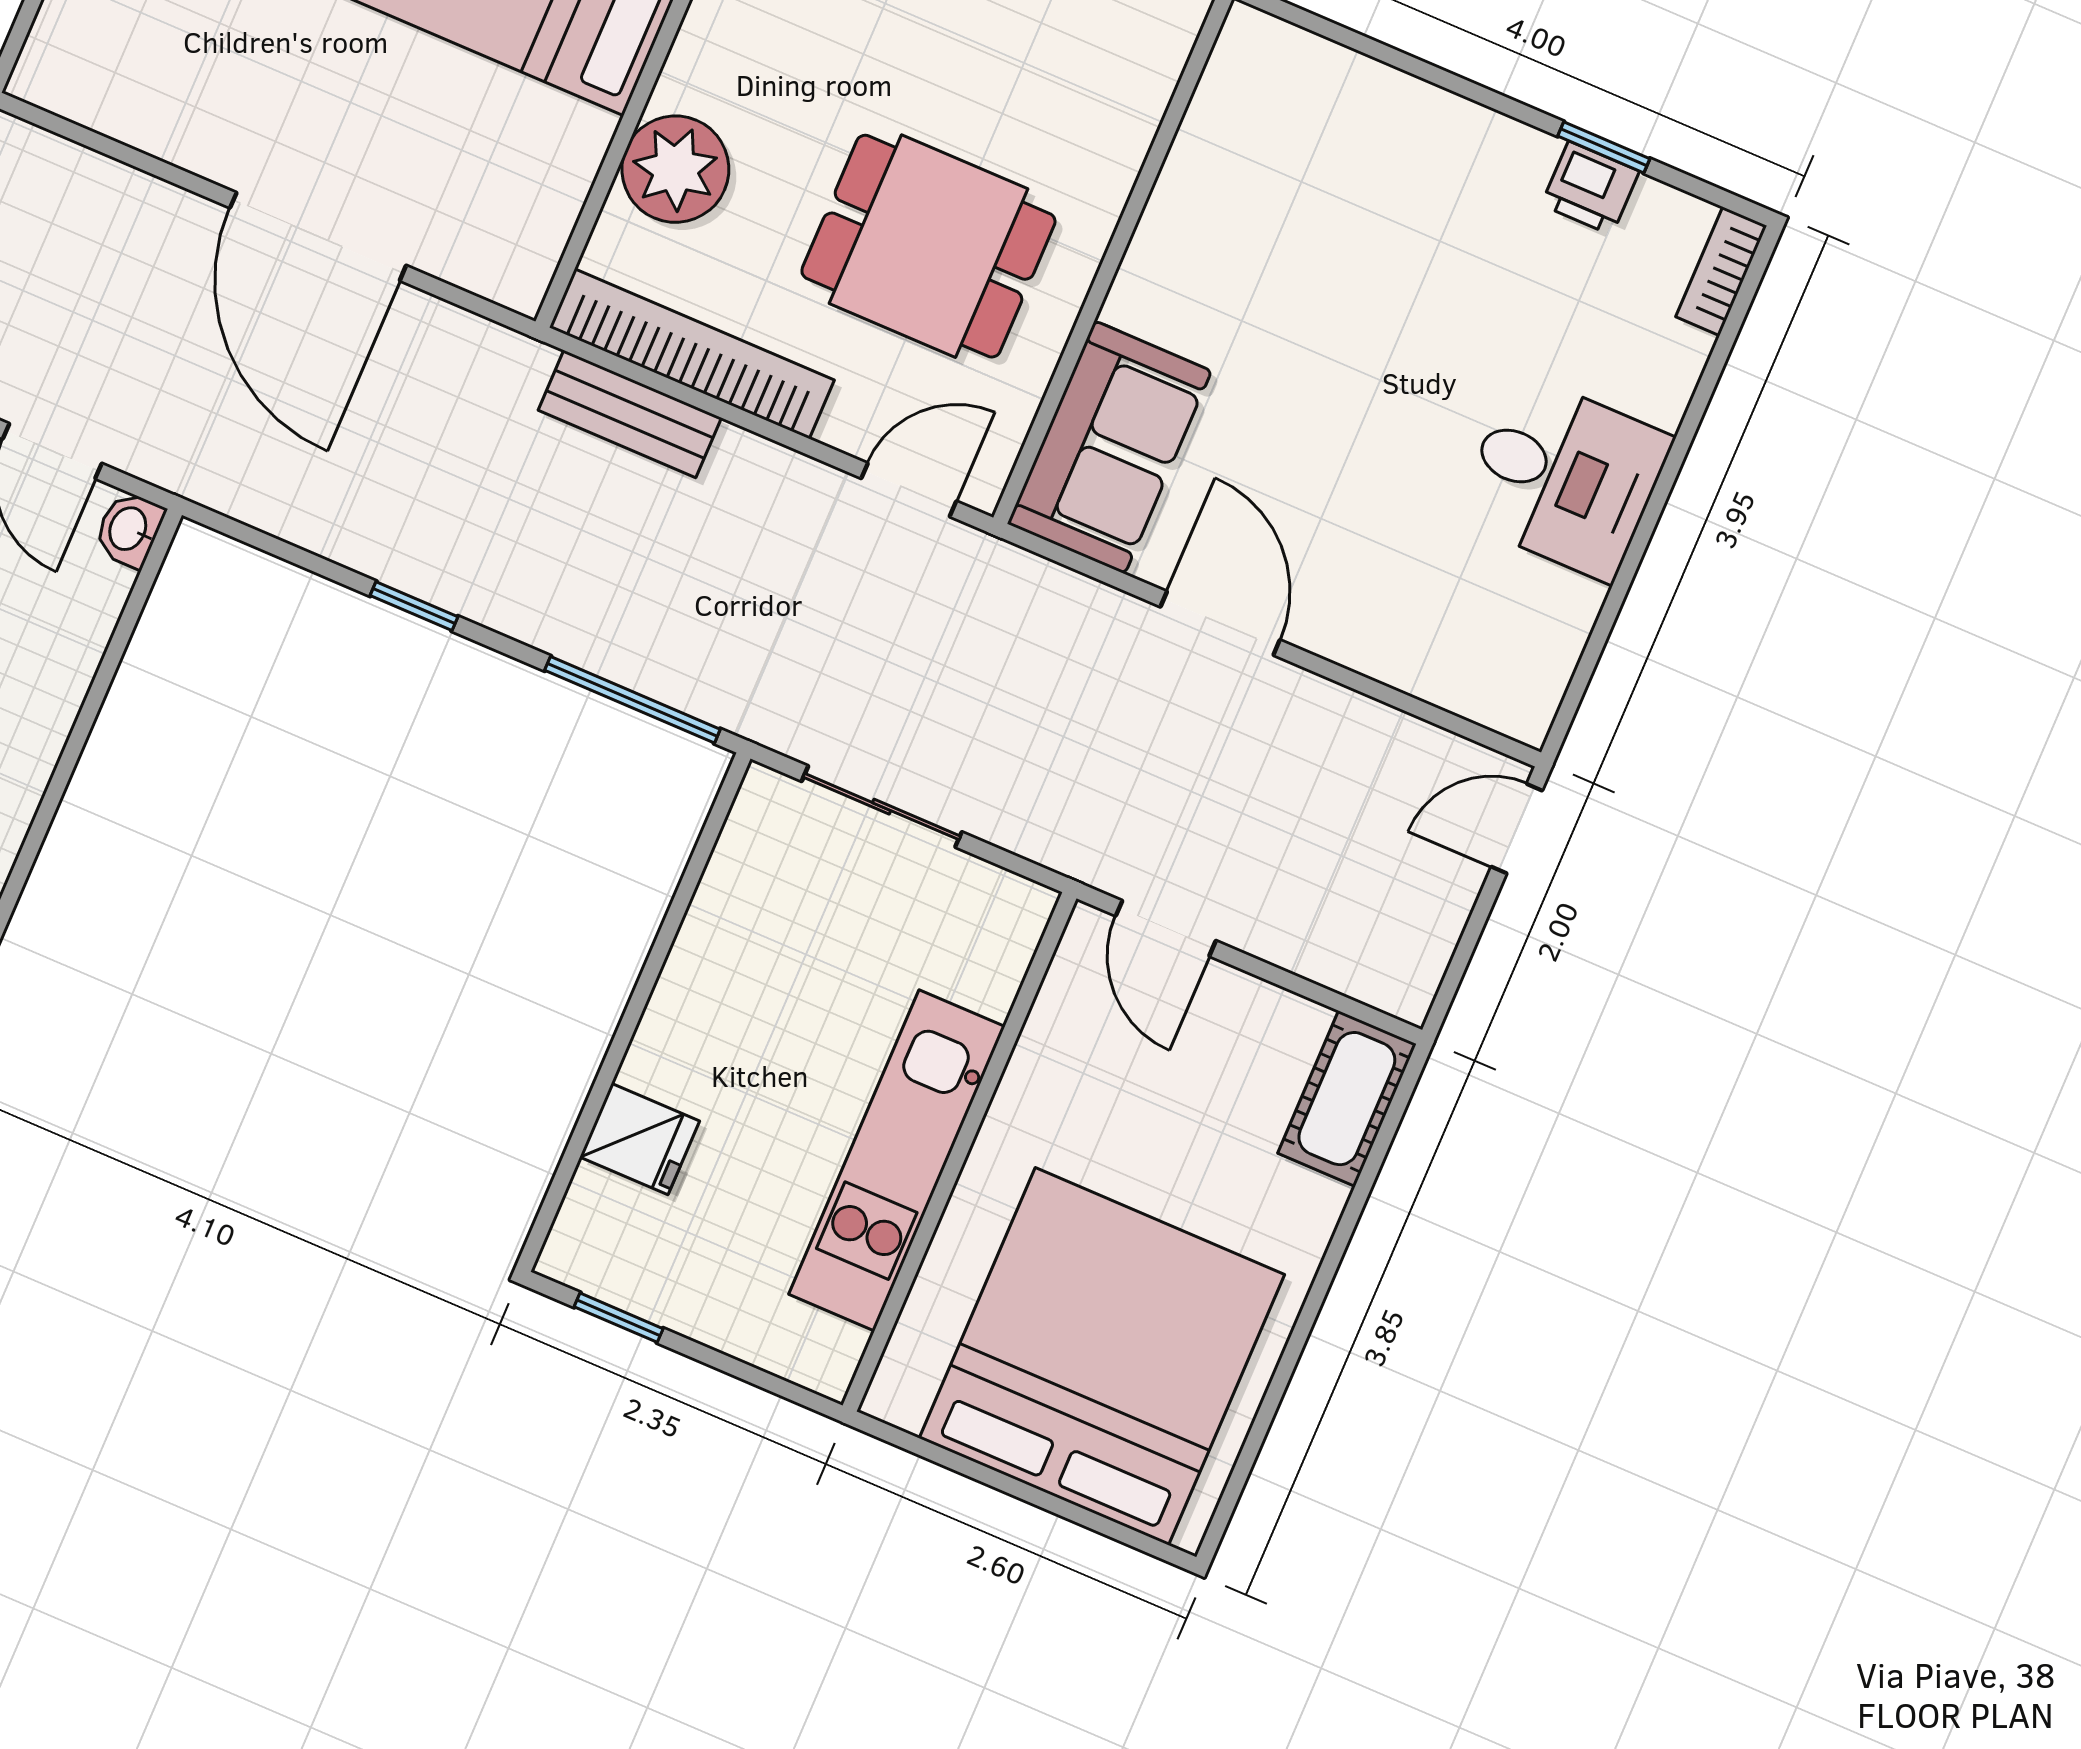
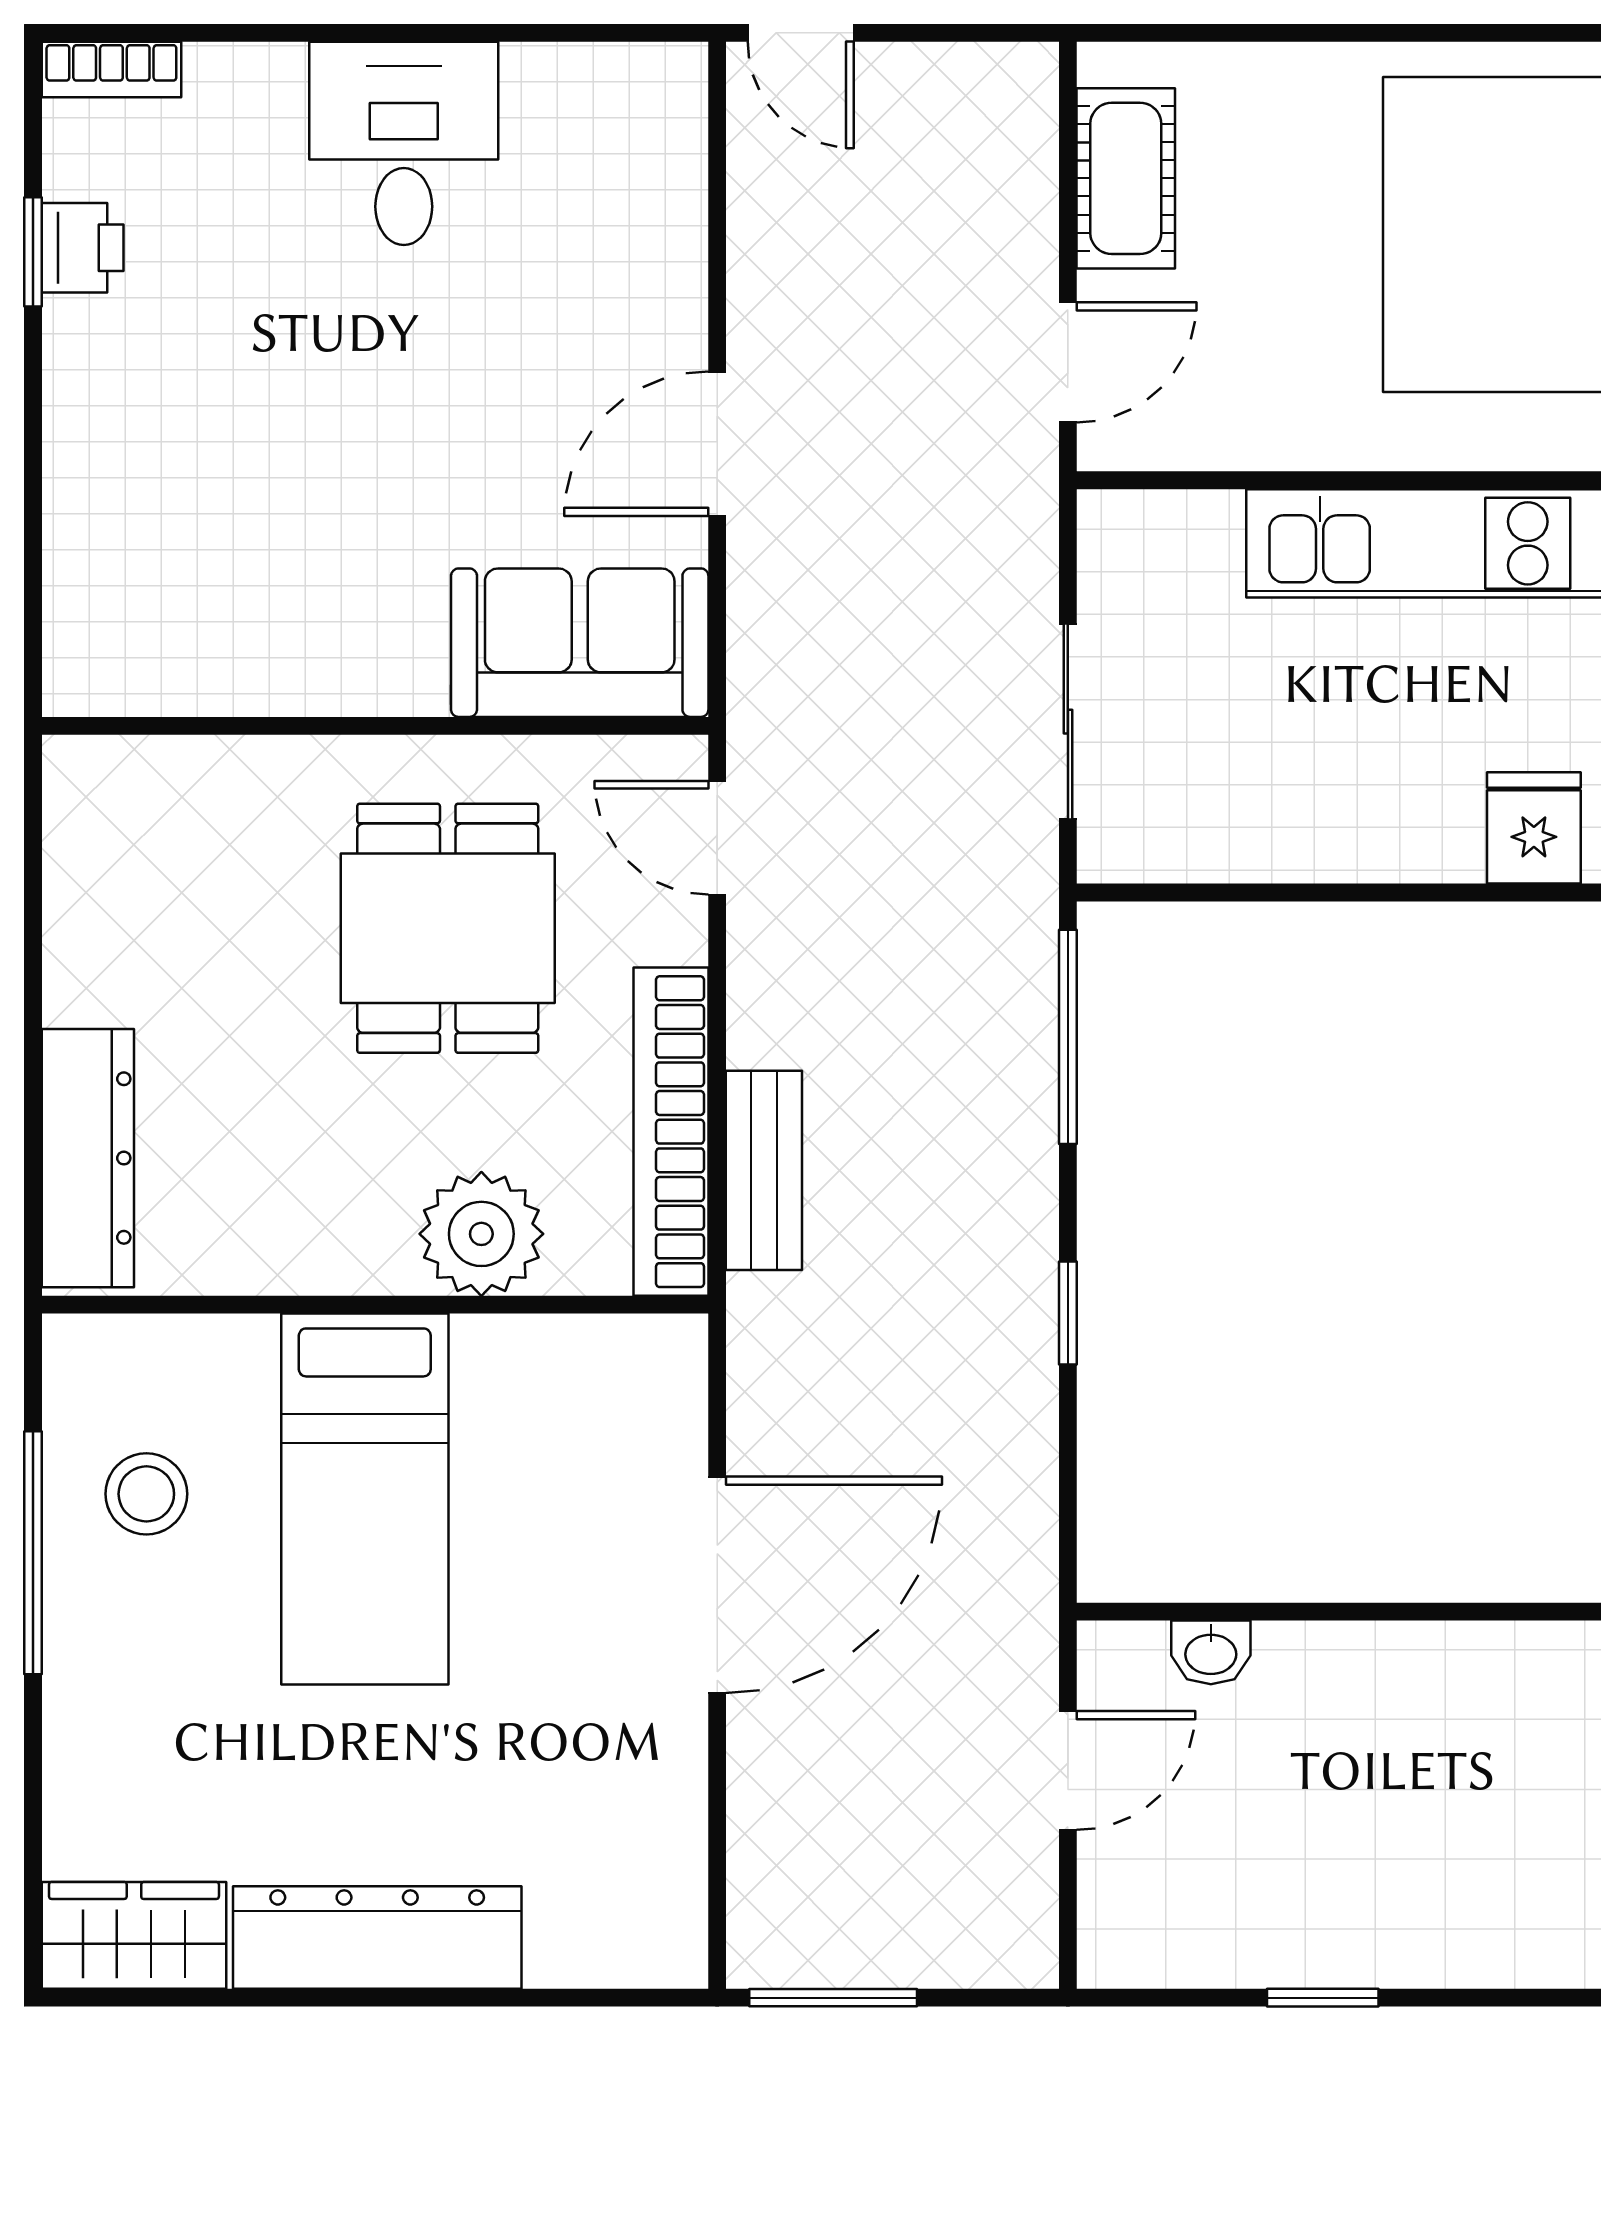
washbasin: (129, 529) -> (1211, 1652), moved
cot: (1347, 1099) -> (1126, 178), moved, turned 90

